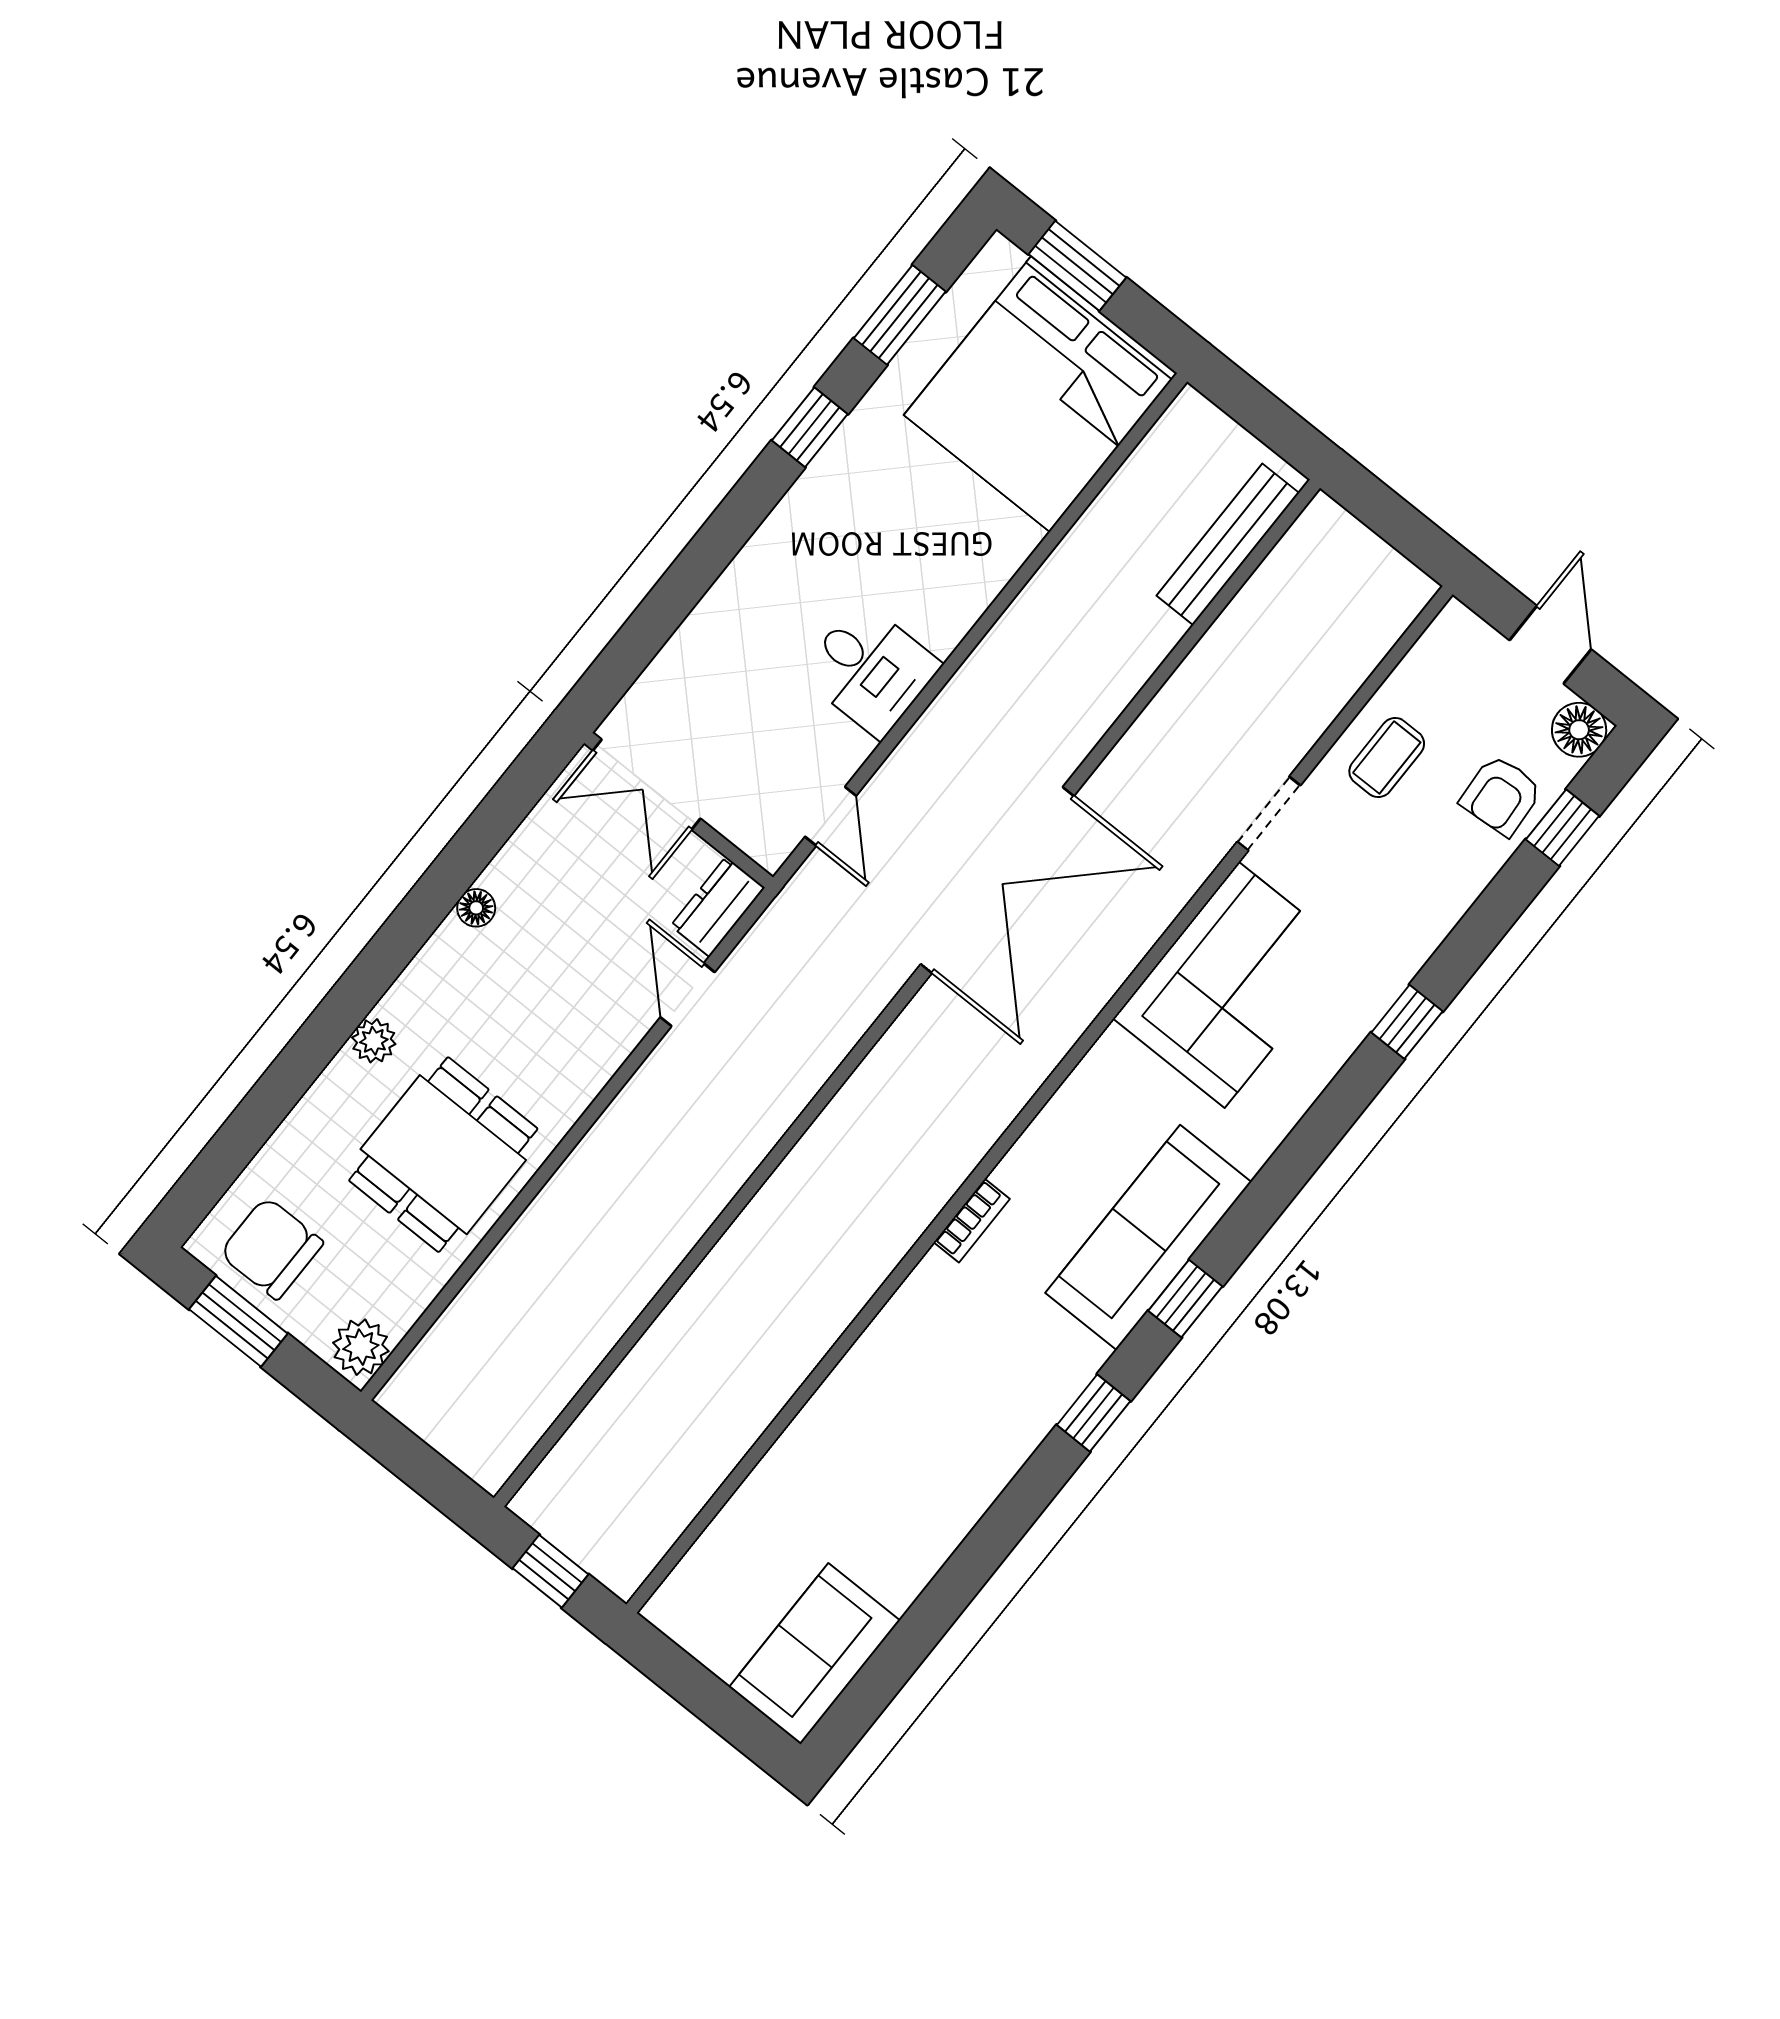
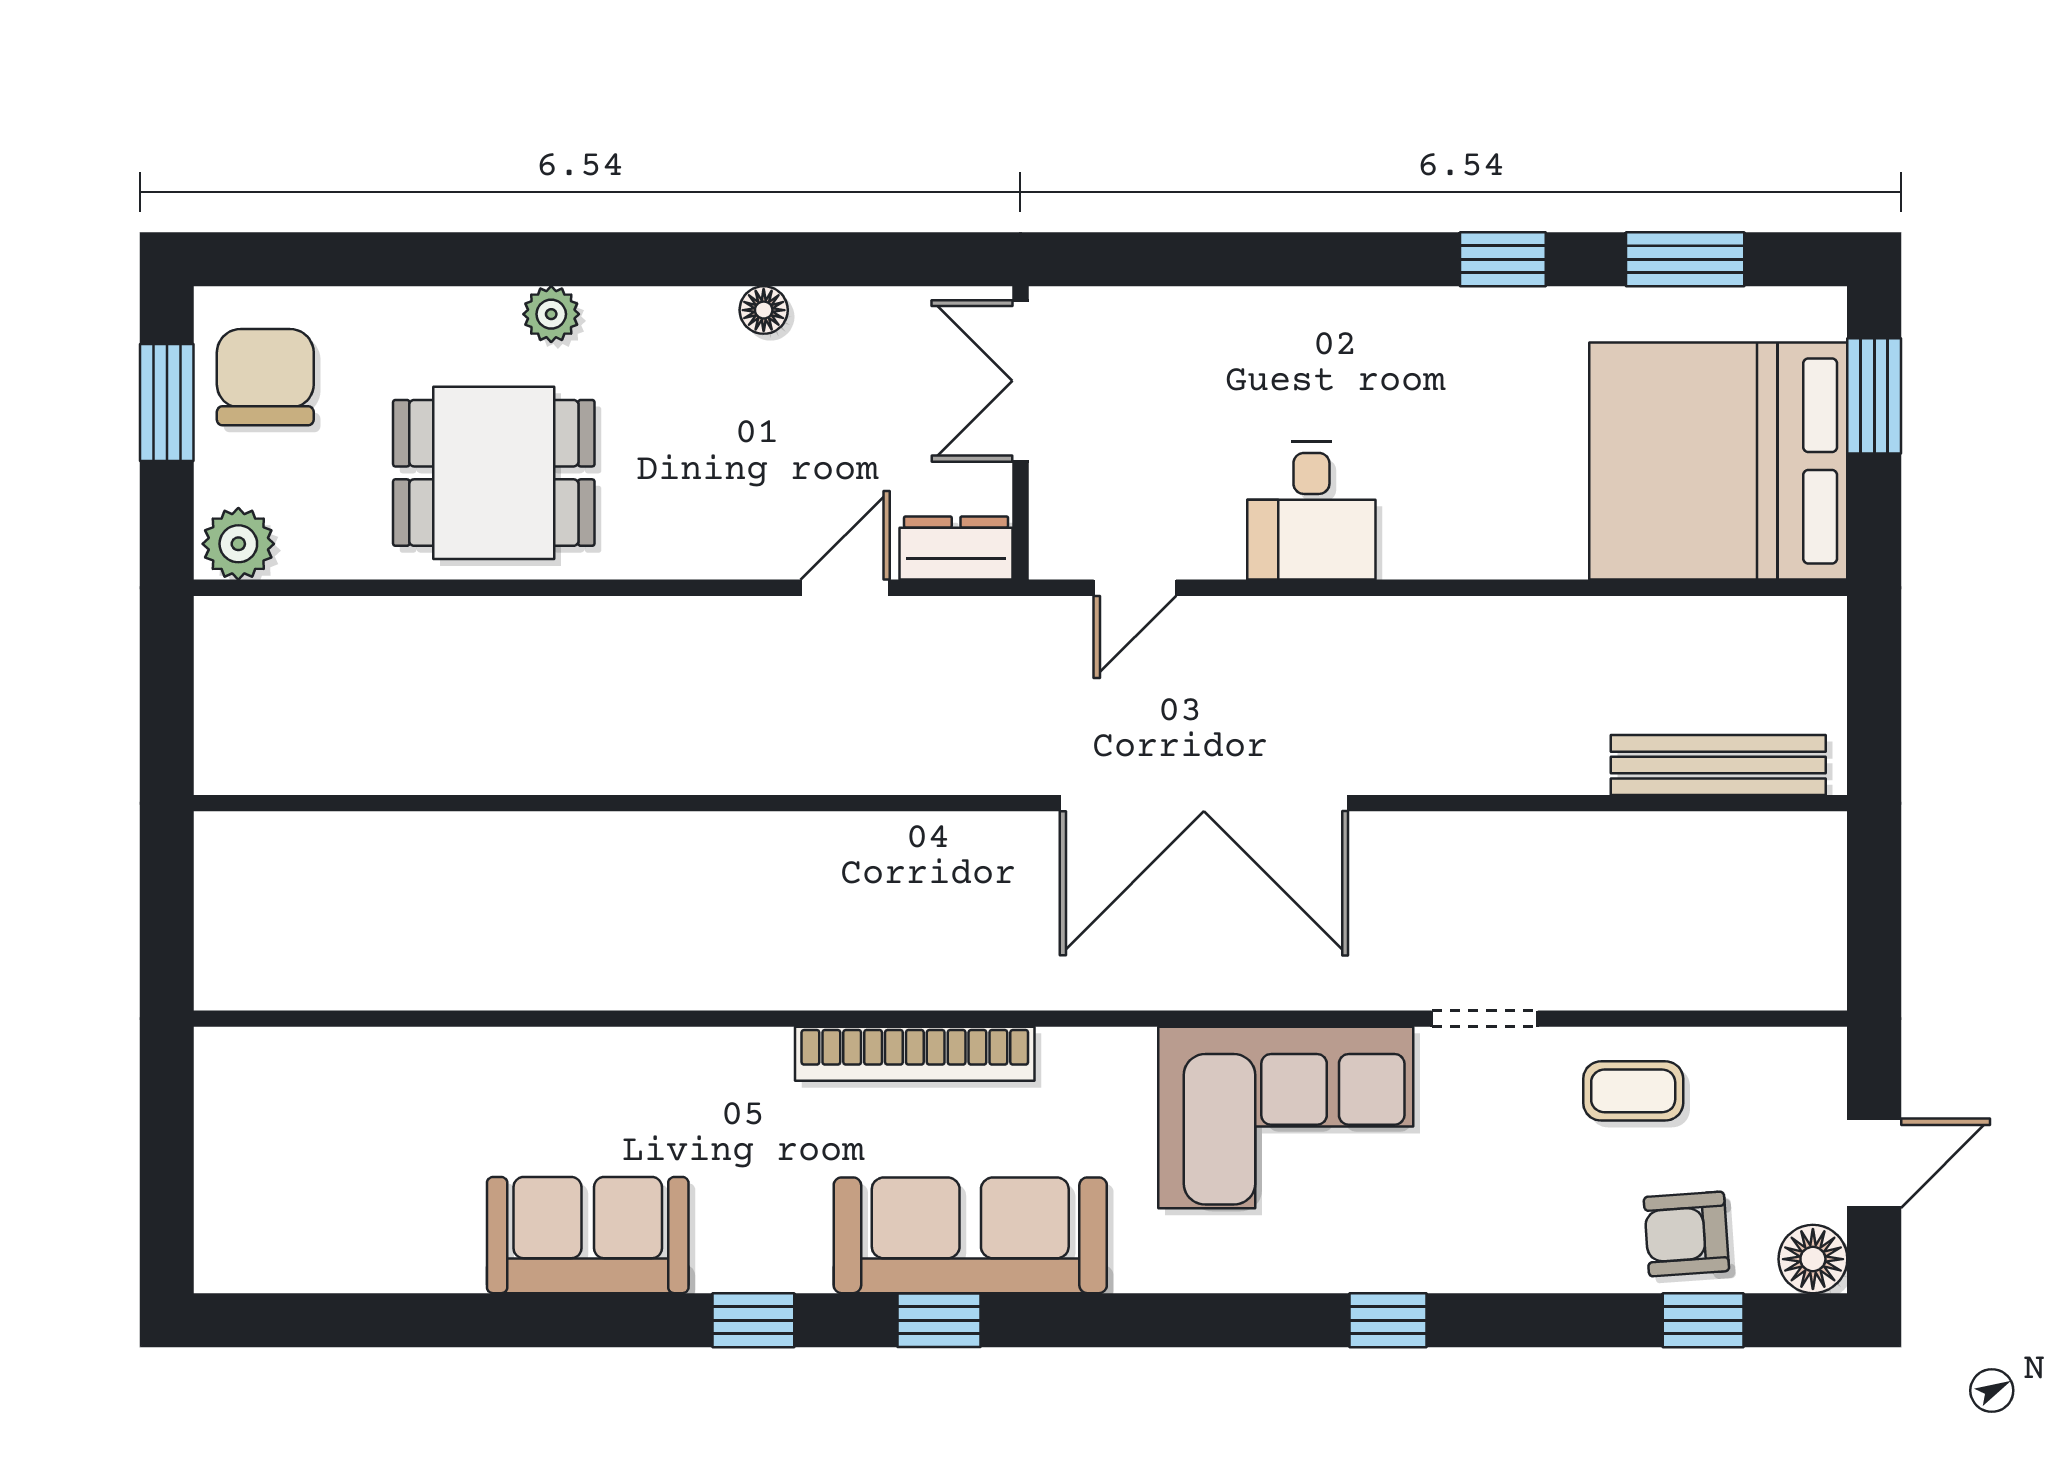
bookcase: (972, 1221) -> (915, 1054), width x2.31, depth x1.31
window: (550, 1571) -> (167, 909), removed
sofa: (815, 1654) -> (588, 1235), moved

